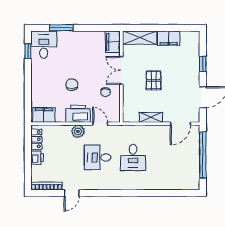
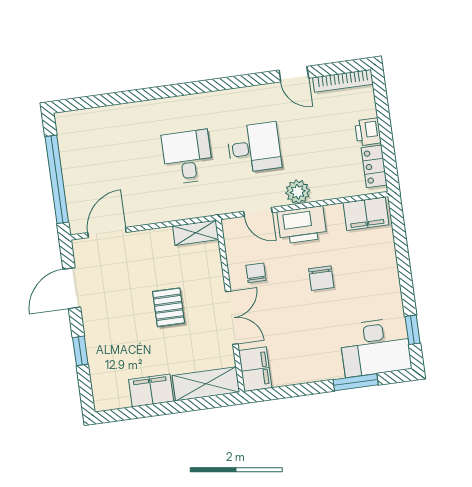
desk: (44, 45) -> (375, 347), width x1.37
shelving: (151, 117) -> (196, 233), moved
door: (72, 193) -> (294, 74), swing flipped

